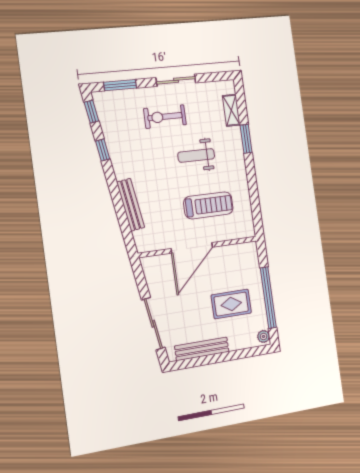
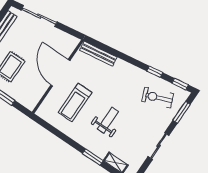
exercise bike: (165, 117) -> (158, 98), moved, turned -111
bench: (131, 205) -> (98, 54), moved

